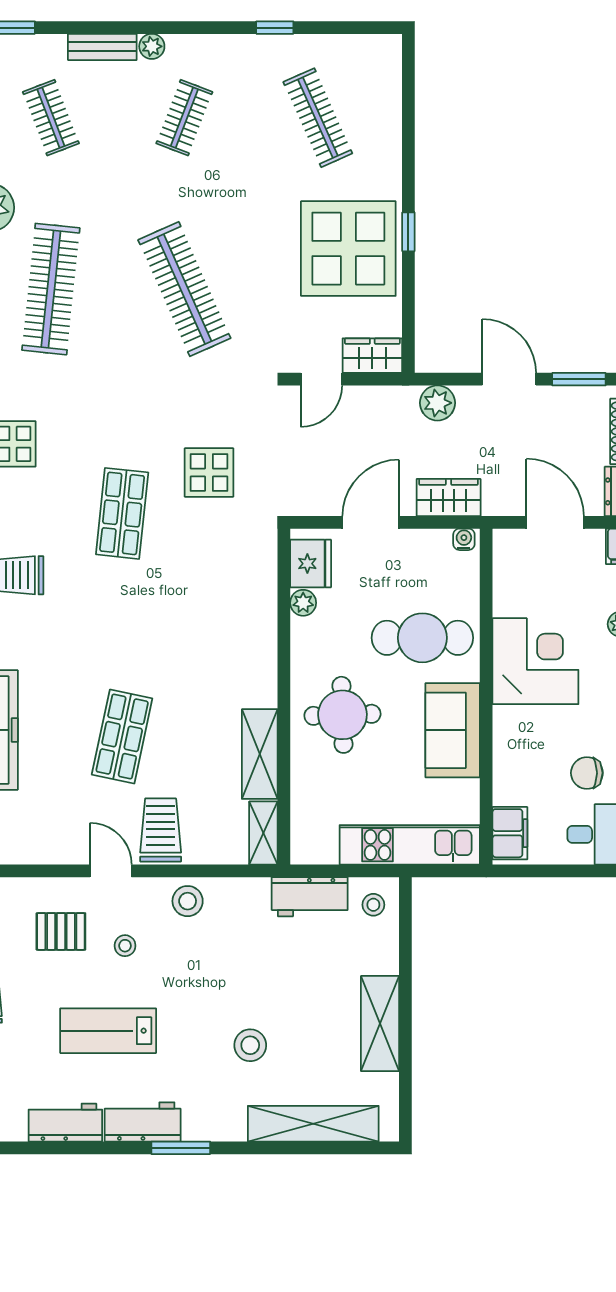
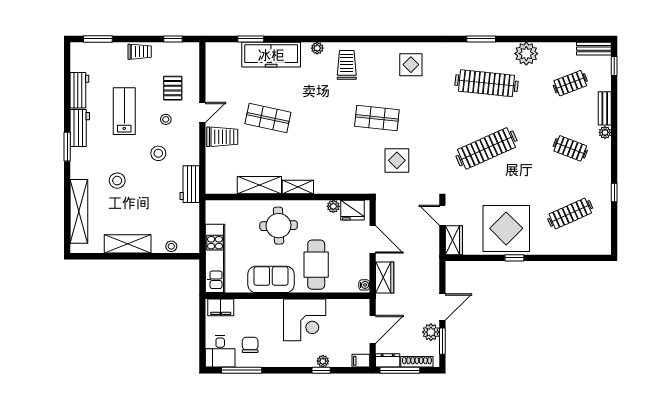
plant: (437, 403) -> (431, 332), moved
shelving: (263, 833) -> (298, 187), moved
workbench: (310, 897) -> (190, 184), moved
stool: (188, 901) -> (158, 153), moved
stool: (373, 905) -> (171, 246), moved

